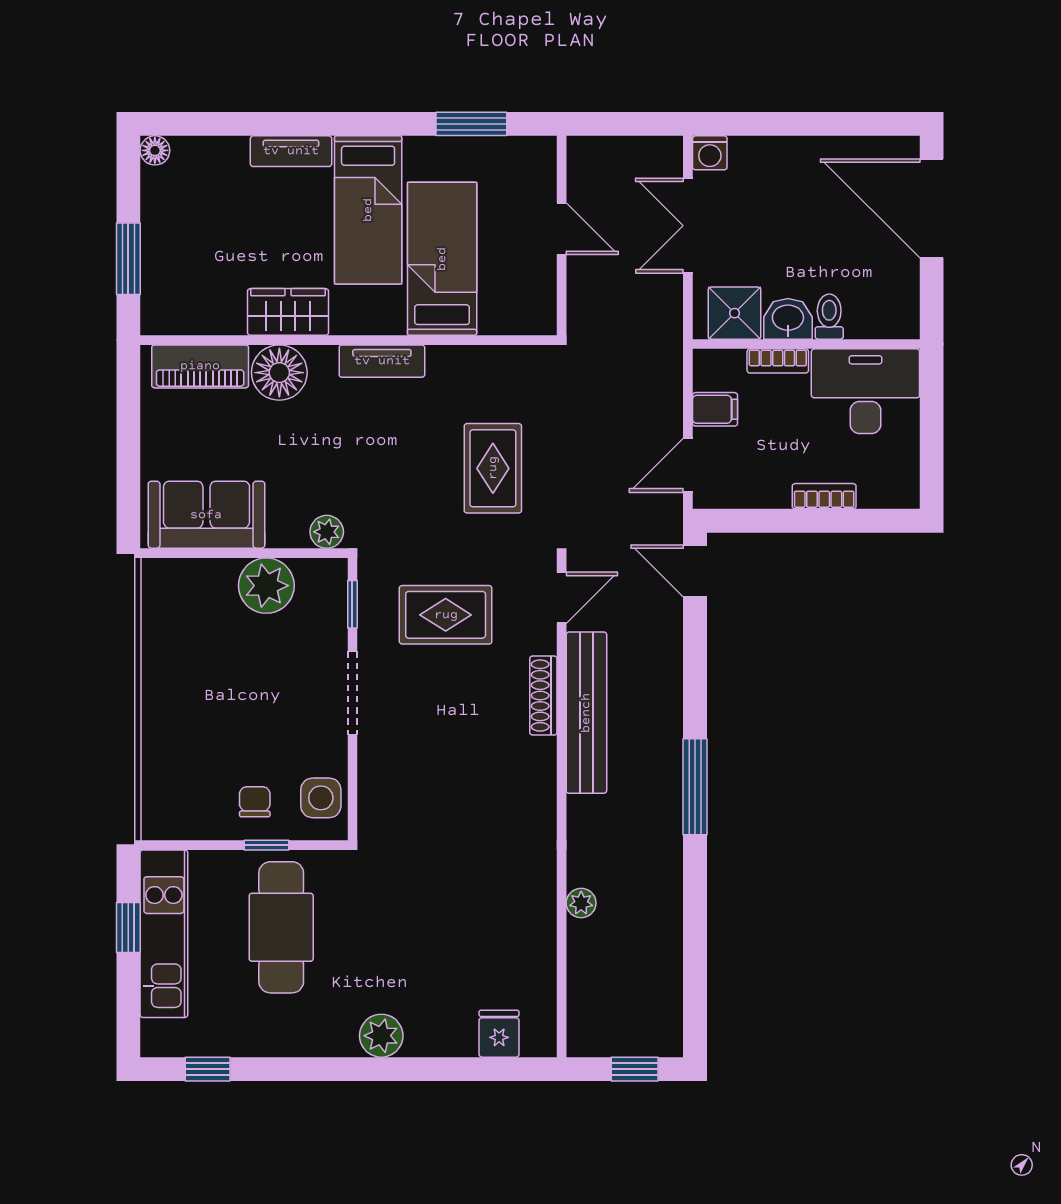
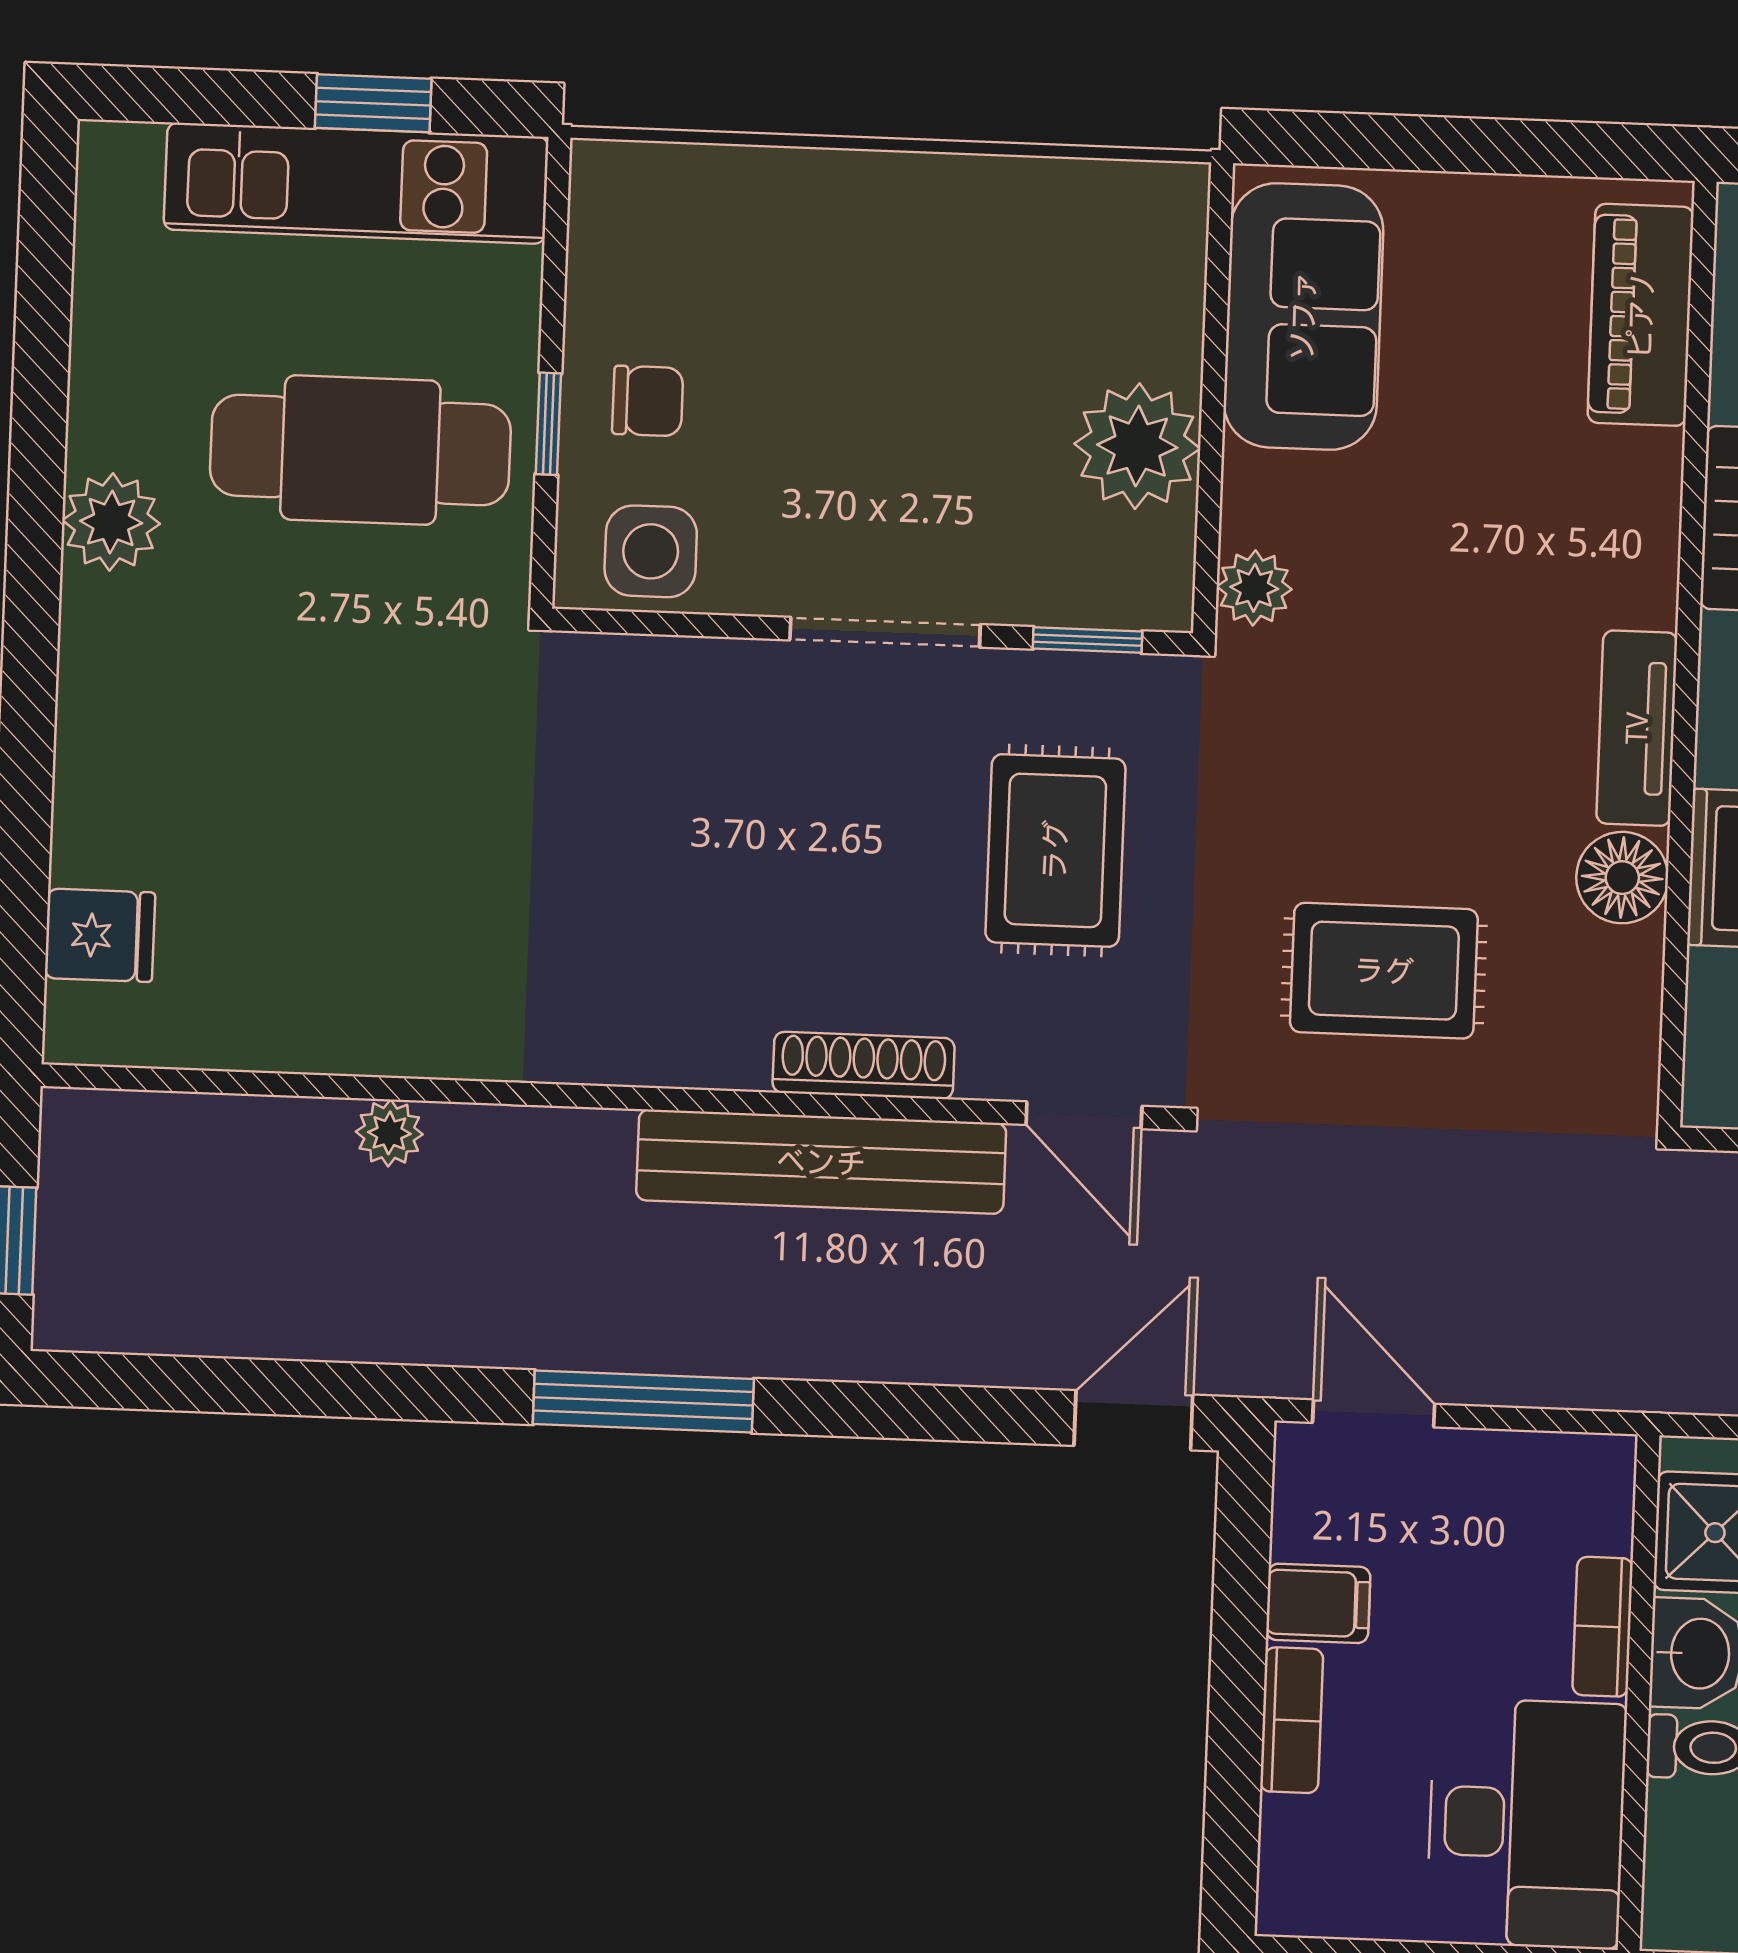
floor lamp: (279, 373) -> (1622, 878), moved, width x0.73, depth x0.73
filing cabinet: (715, 409) -> (1318, 1603), moved, turned -90
plant: (381, 1036) -> (111, 522), moved
window: (208, 1069) -> (45, 271), removed

